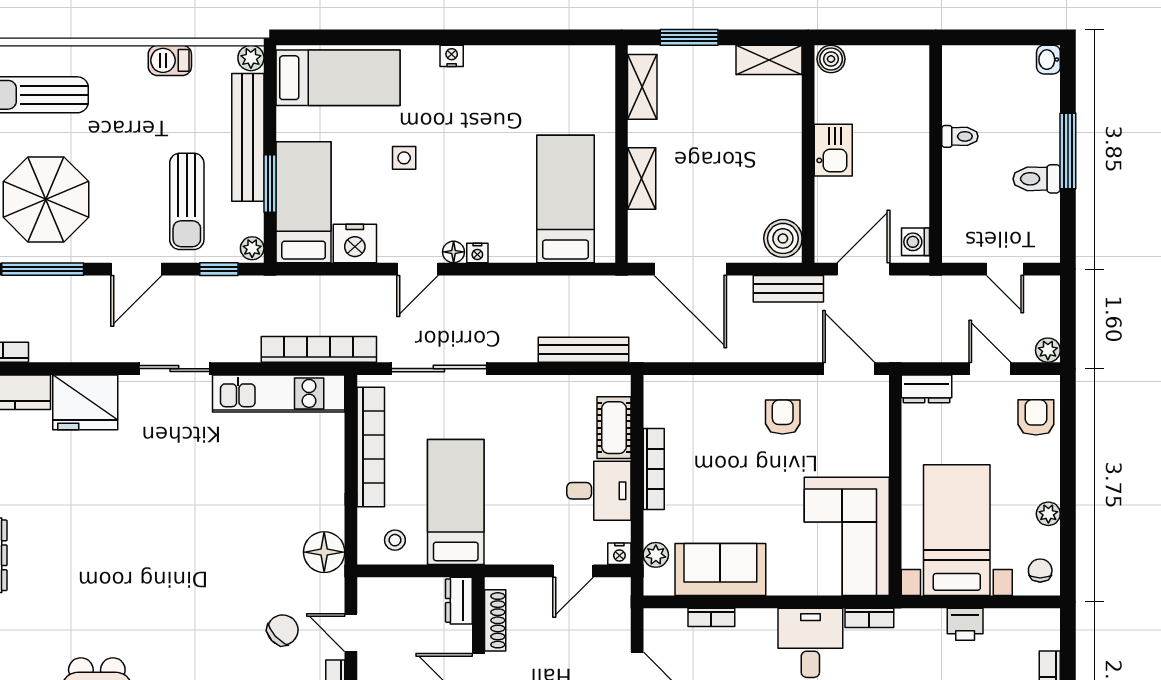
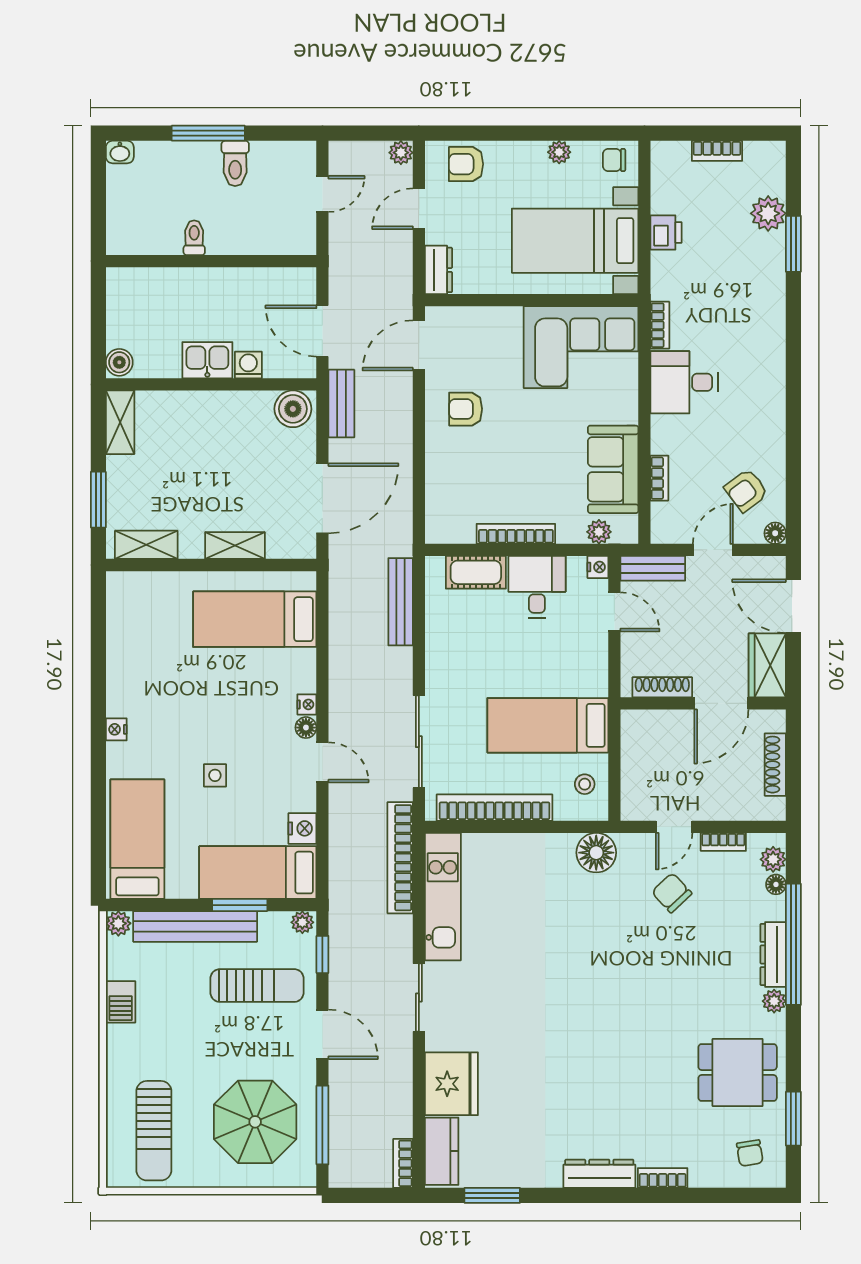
washing machine: (916, 242) -> (248, 365), moved, turned 180
nightstand: (355, 244) -> (302, 828), width x0.74, depth x0.75
dresser: (459, 601) -> (643, 722), removed
bench: (618, 611) -> (653, 568), added

